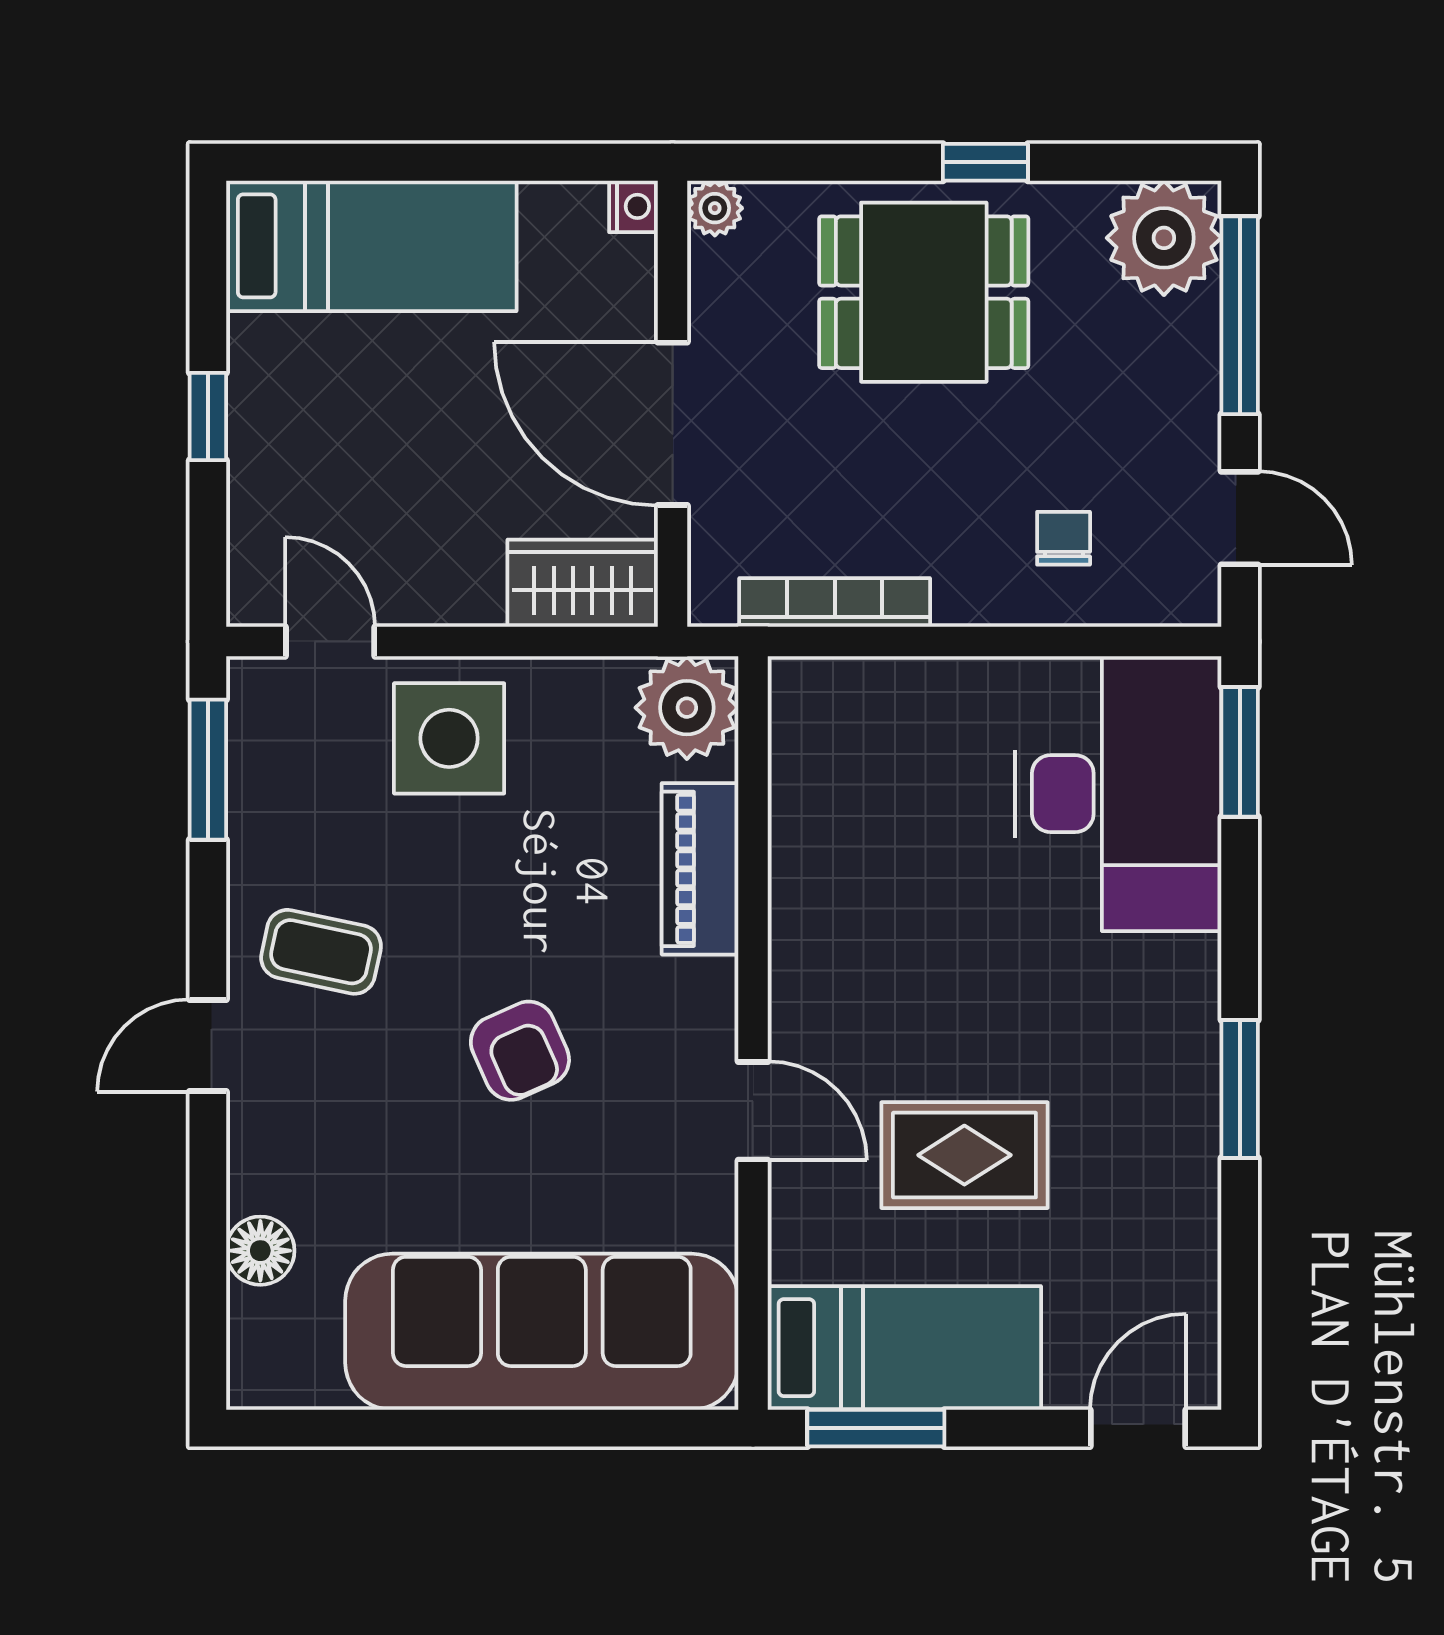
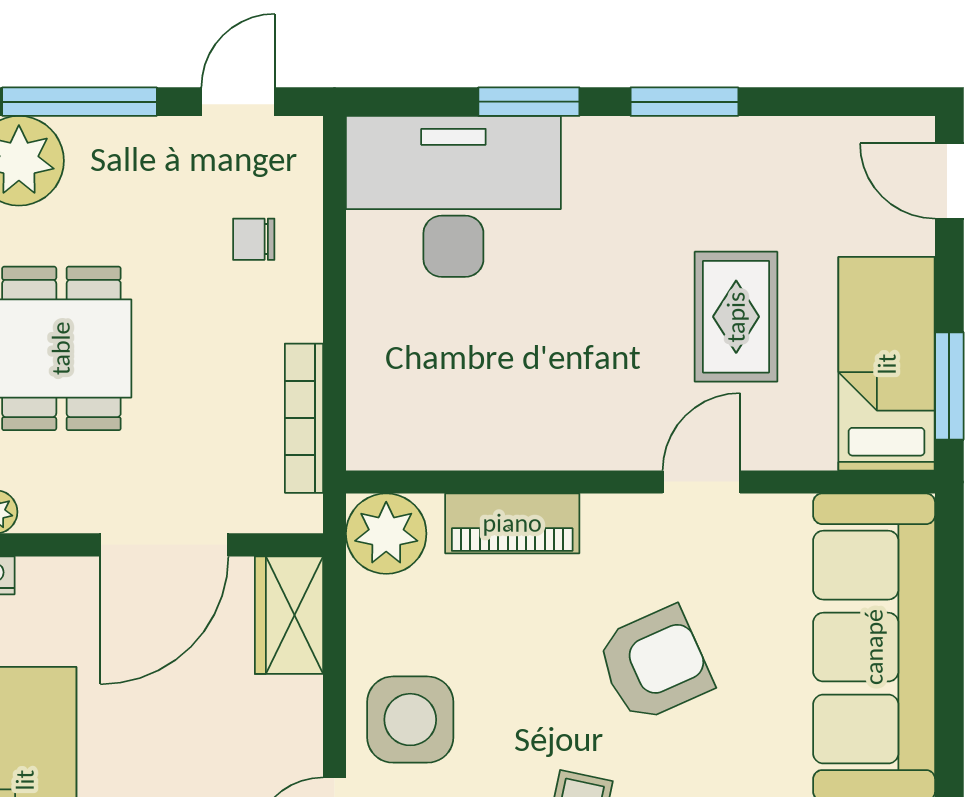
window: (1240, 752) -> (529, 102), moved
armchair: (520, 1051) -> (654, 664), width x1.38, depth x1.38

